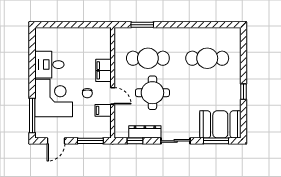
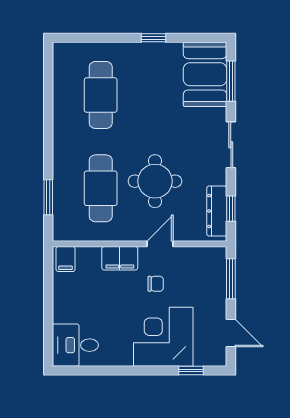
desk: (49, 65) -> (75, 345), moved, turned 90
filing cabinet: (103, 110) -> (65, 259), moved
window: (32, 116) -> (191, 371), width x0.46
dresser: (145, 132) -> (217, 211), moved

